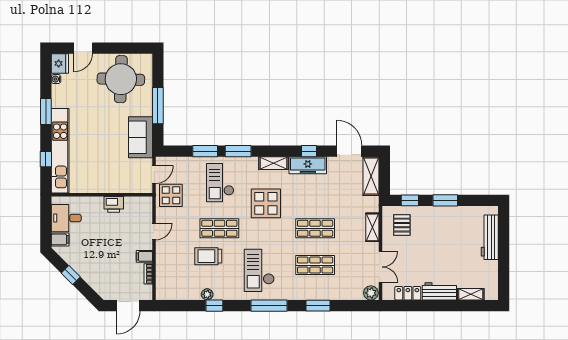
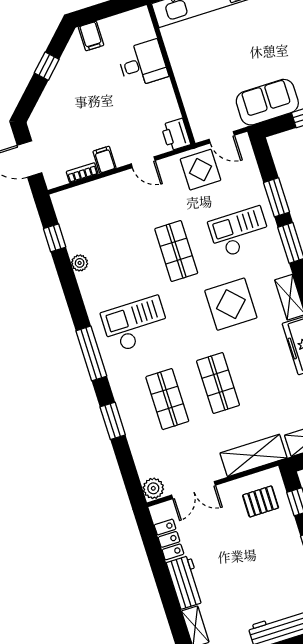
printer: (114, 204) -> (176, 135), moved
desk: (66, 218) -> (143, 64), moved, turned 90
shelving: (372, 227) -> (253, 455), width x1.50, depth x1.33
trolley: (208, 256) -> (133, 248), removed
window: (214, 306) -> (55, 238), moved

